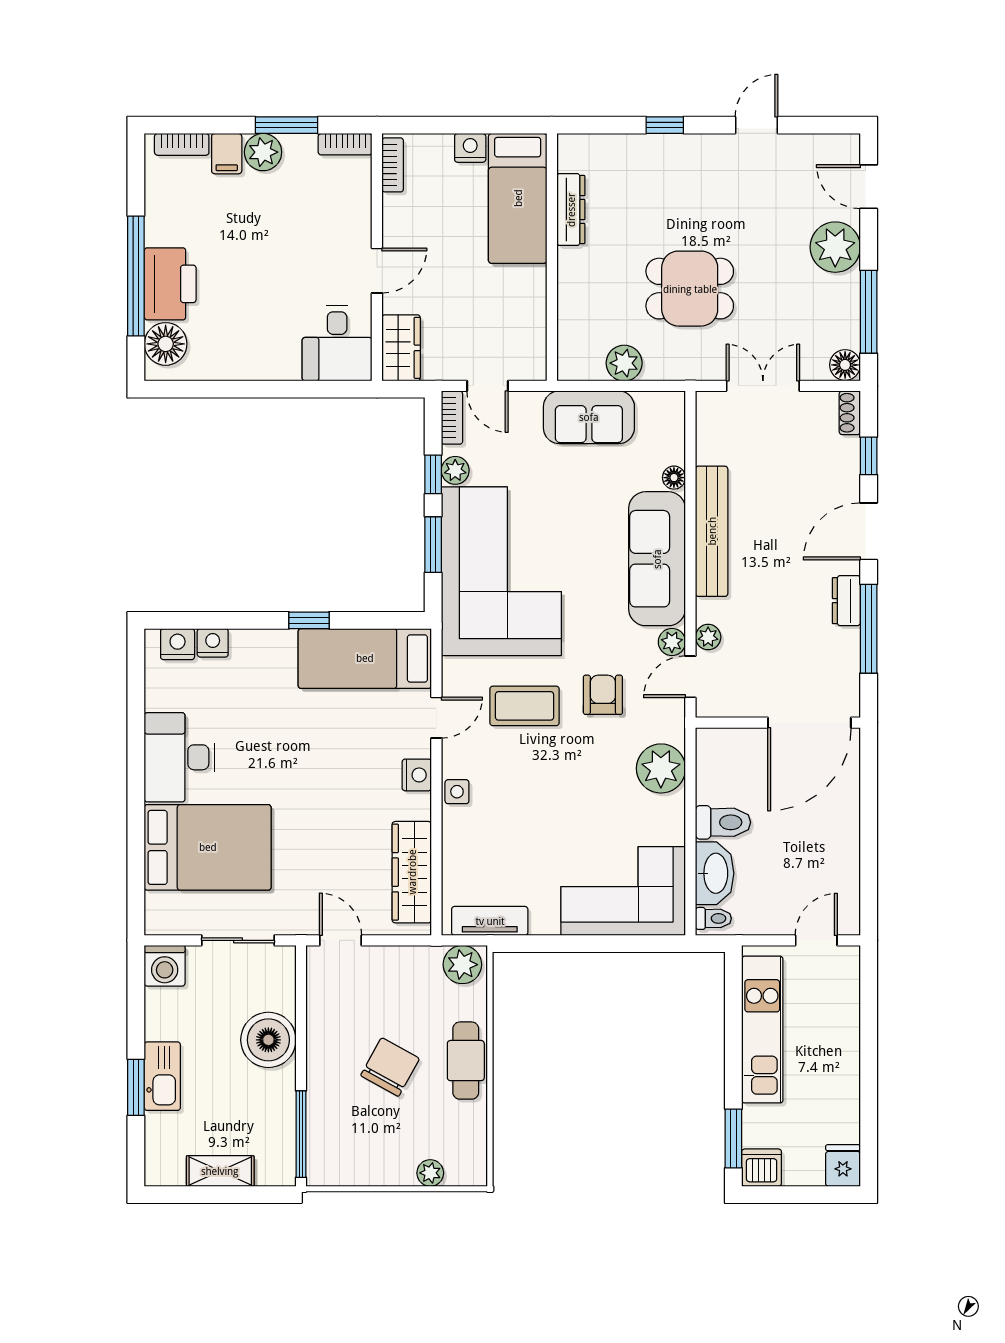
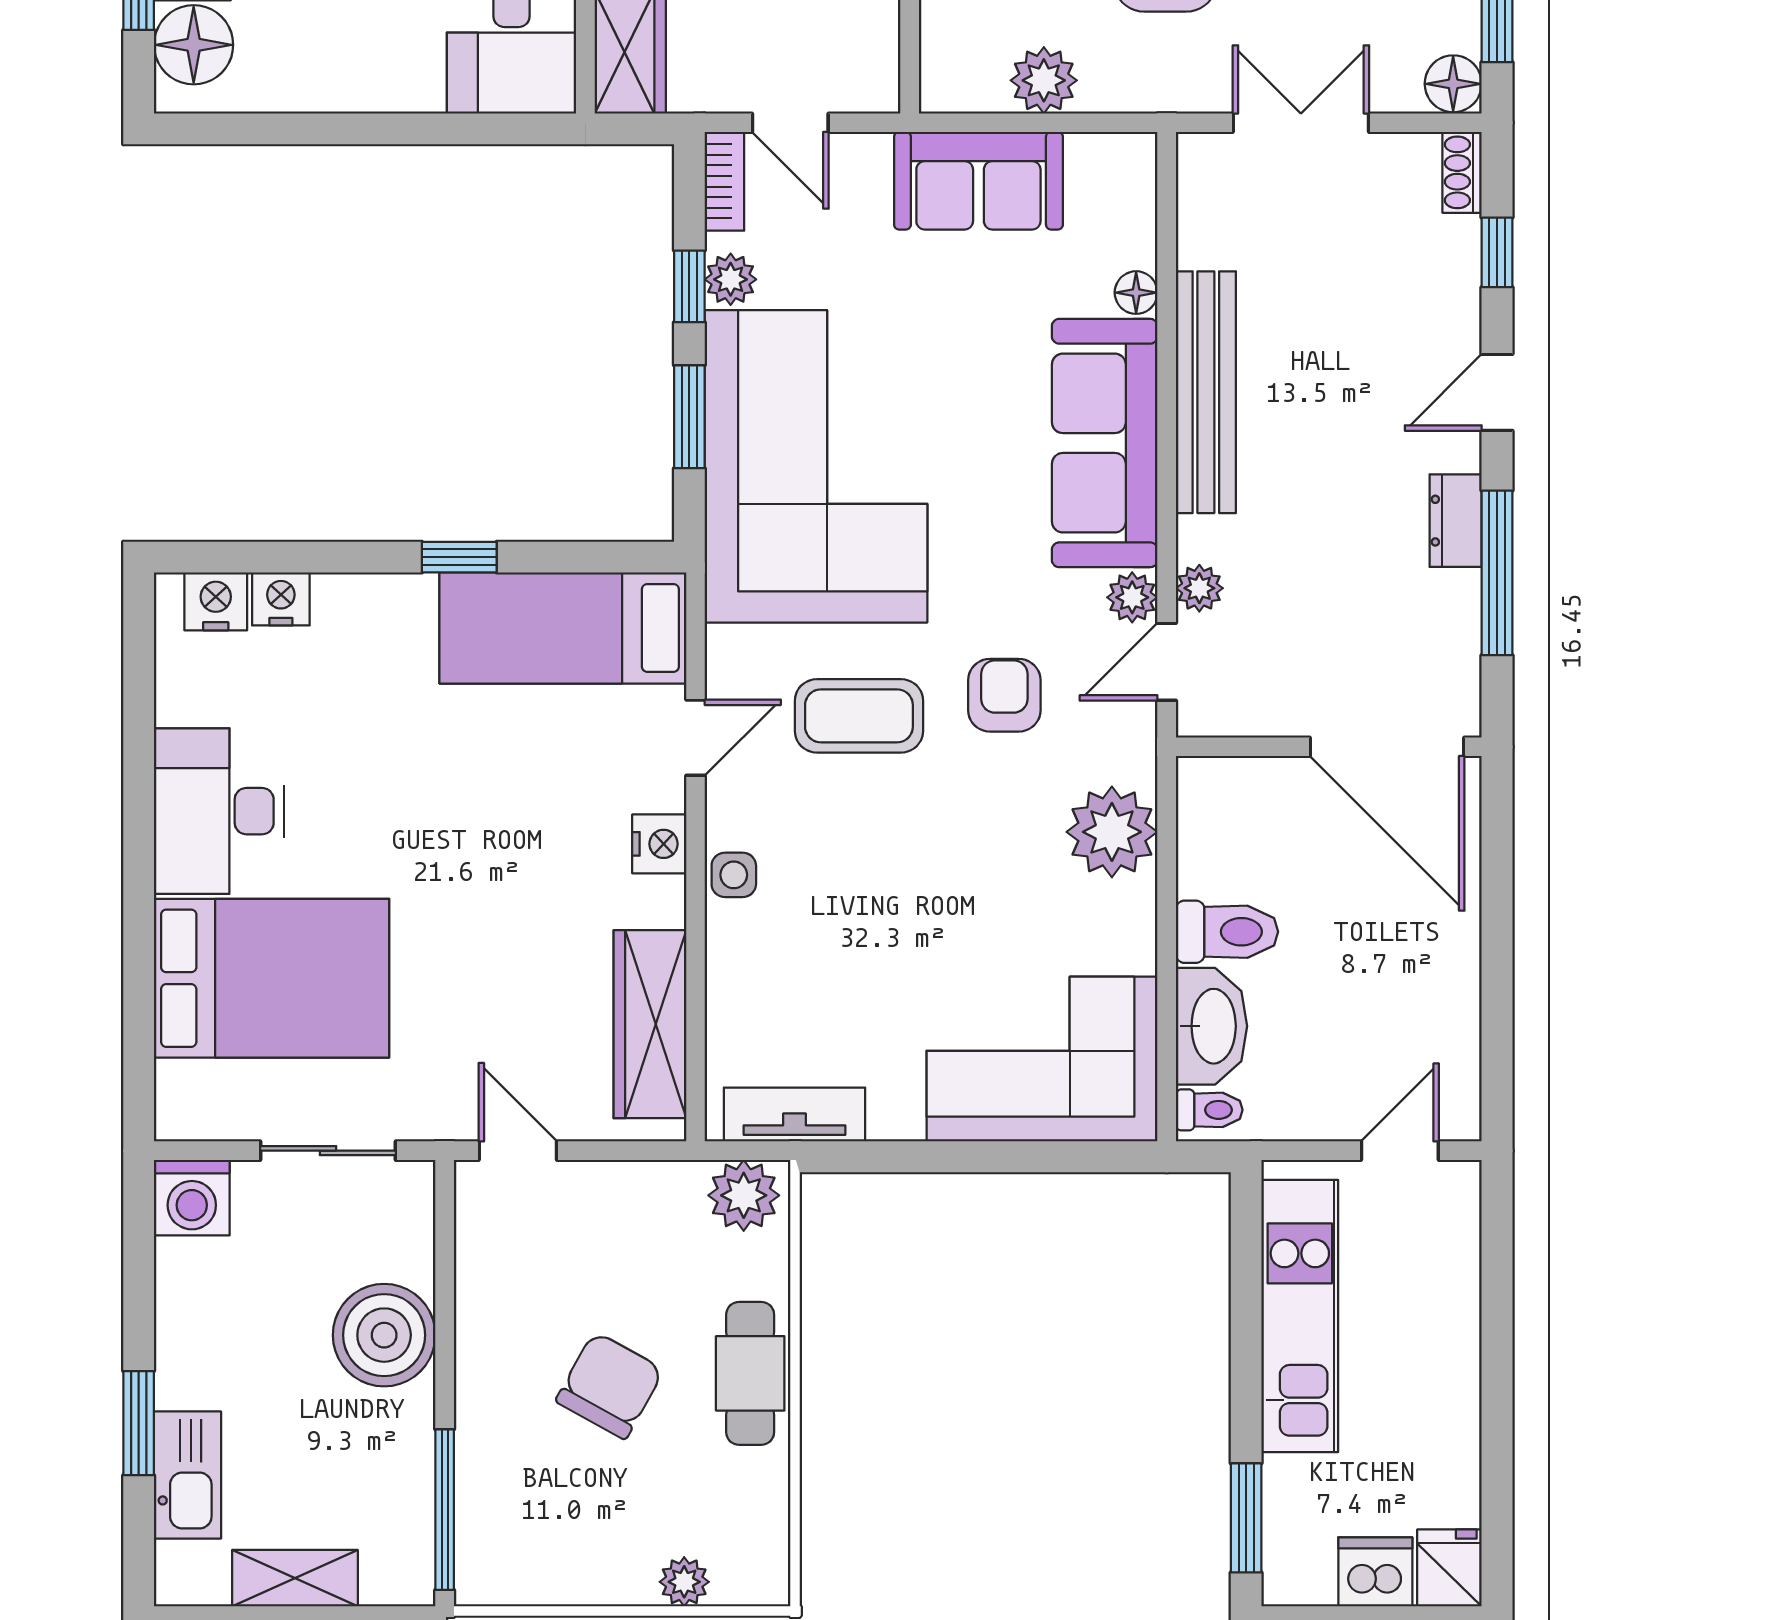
door: (869, 531) -> (1497, 392), width x0.73
door: (809, 723) -> (1387, 747), hinge flipped
kitchen sink: (162, 1076) -> (188, 1475), moved
dishwasher: (762, 1168) -> (1375, 1572), moved

